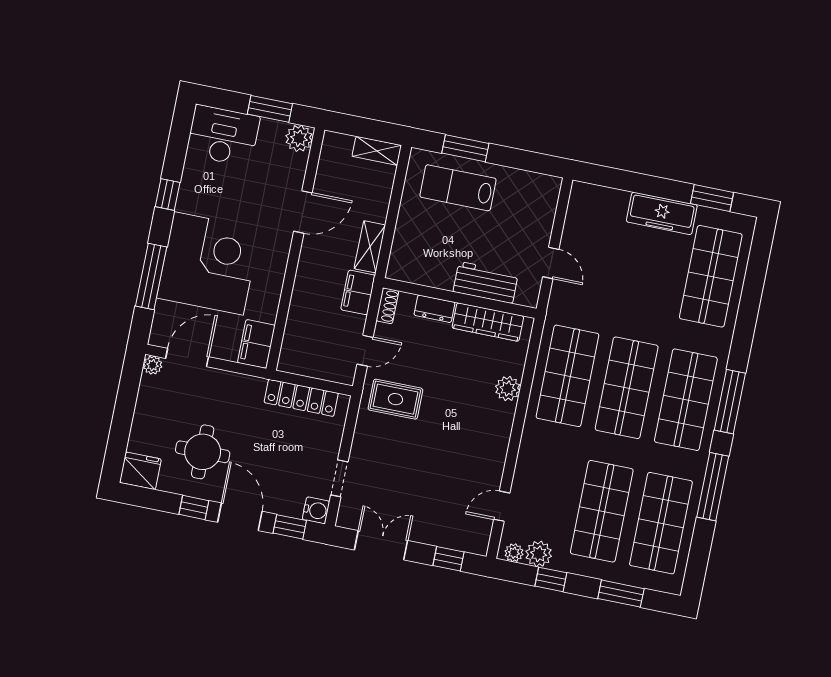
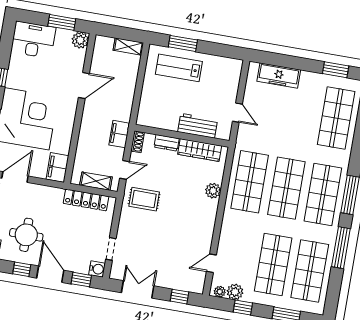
freezer: (662, 213) -> (279, 76), moved
shelving: (370, 247) -> (96, 181), moved, turned 90

